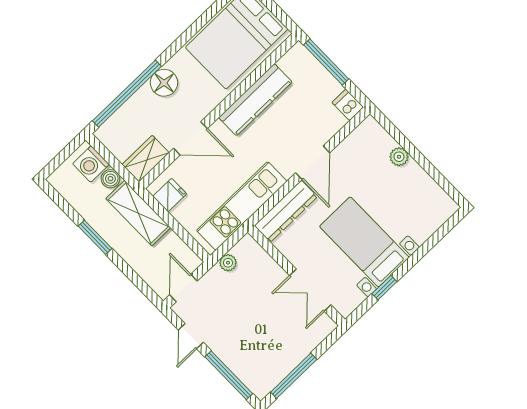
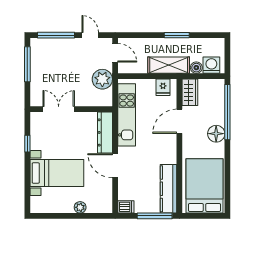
kitchen counter: (255, 100) -> (169, 189), moved
bed with nightstands: (364, 242) -> (57, 173), moved
plant: (228, 263) -> (102, 79), width x1.87, depth x1.87

